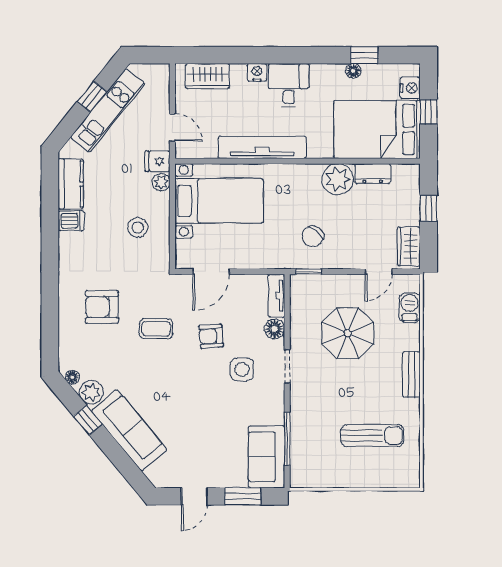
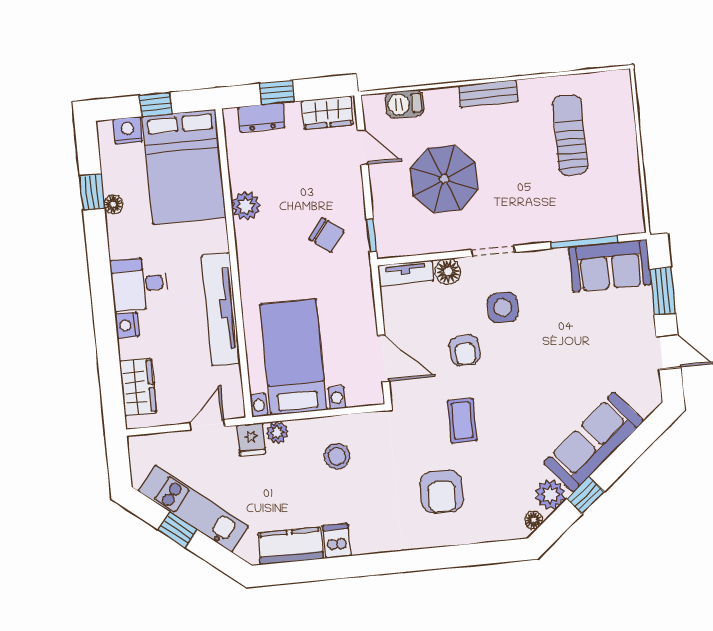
dresser: (373, 174) -> (262, 117), moved, turned 90
plant: (338, 179) -> (246, 206), width x0.73, depth x0.73

